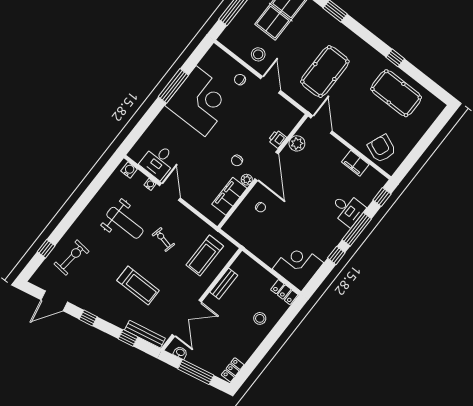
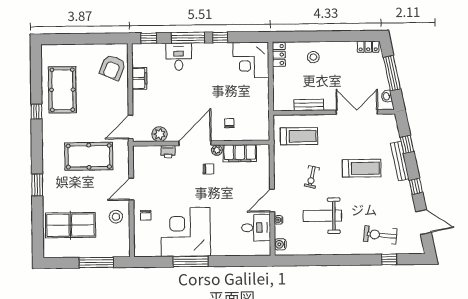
weight bench: (125, 223) -> (322, 216), turned -90
treadmill: (138, 285) -> (362, 168), turned 90
bench: (145, 334) -> (400, 161), moved

